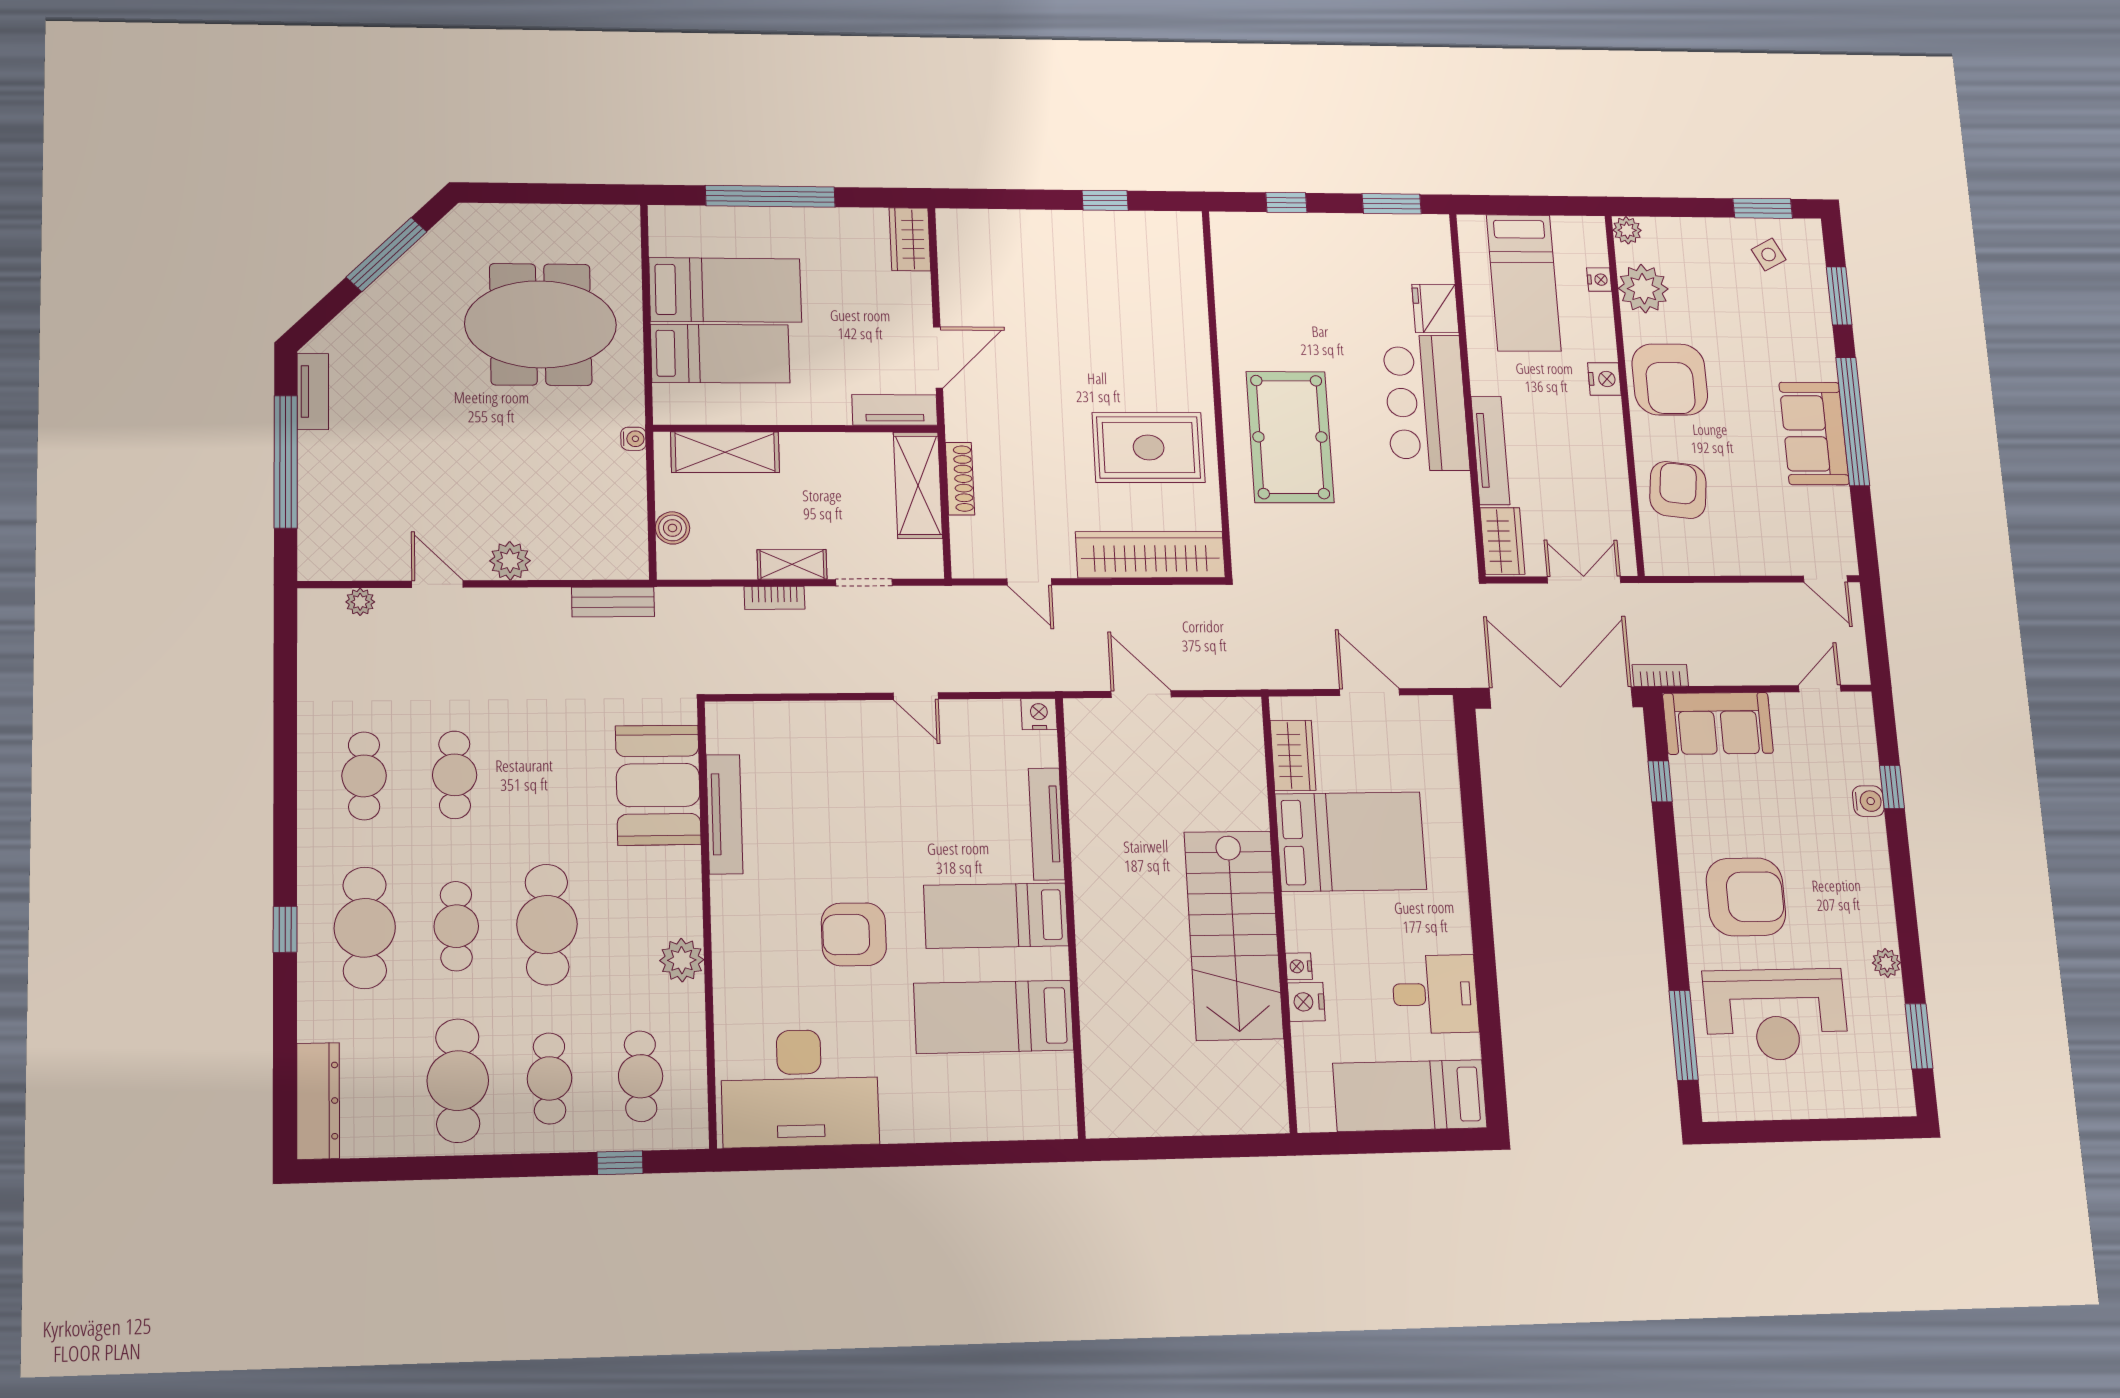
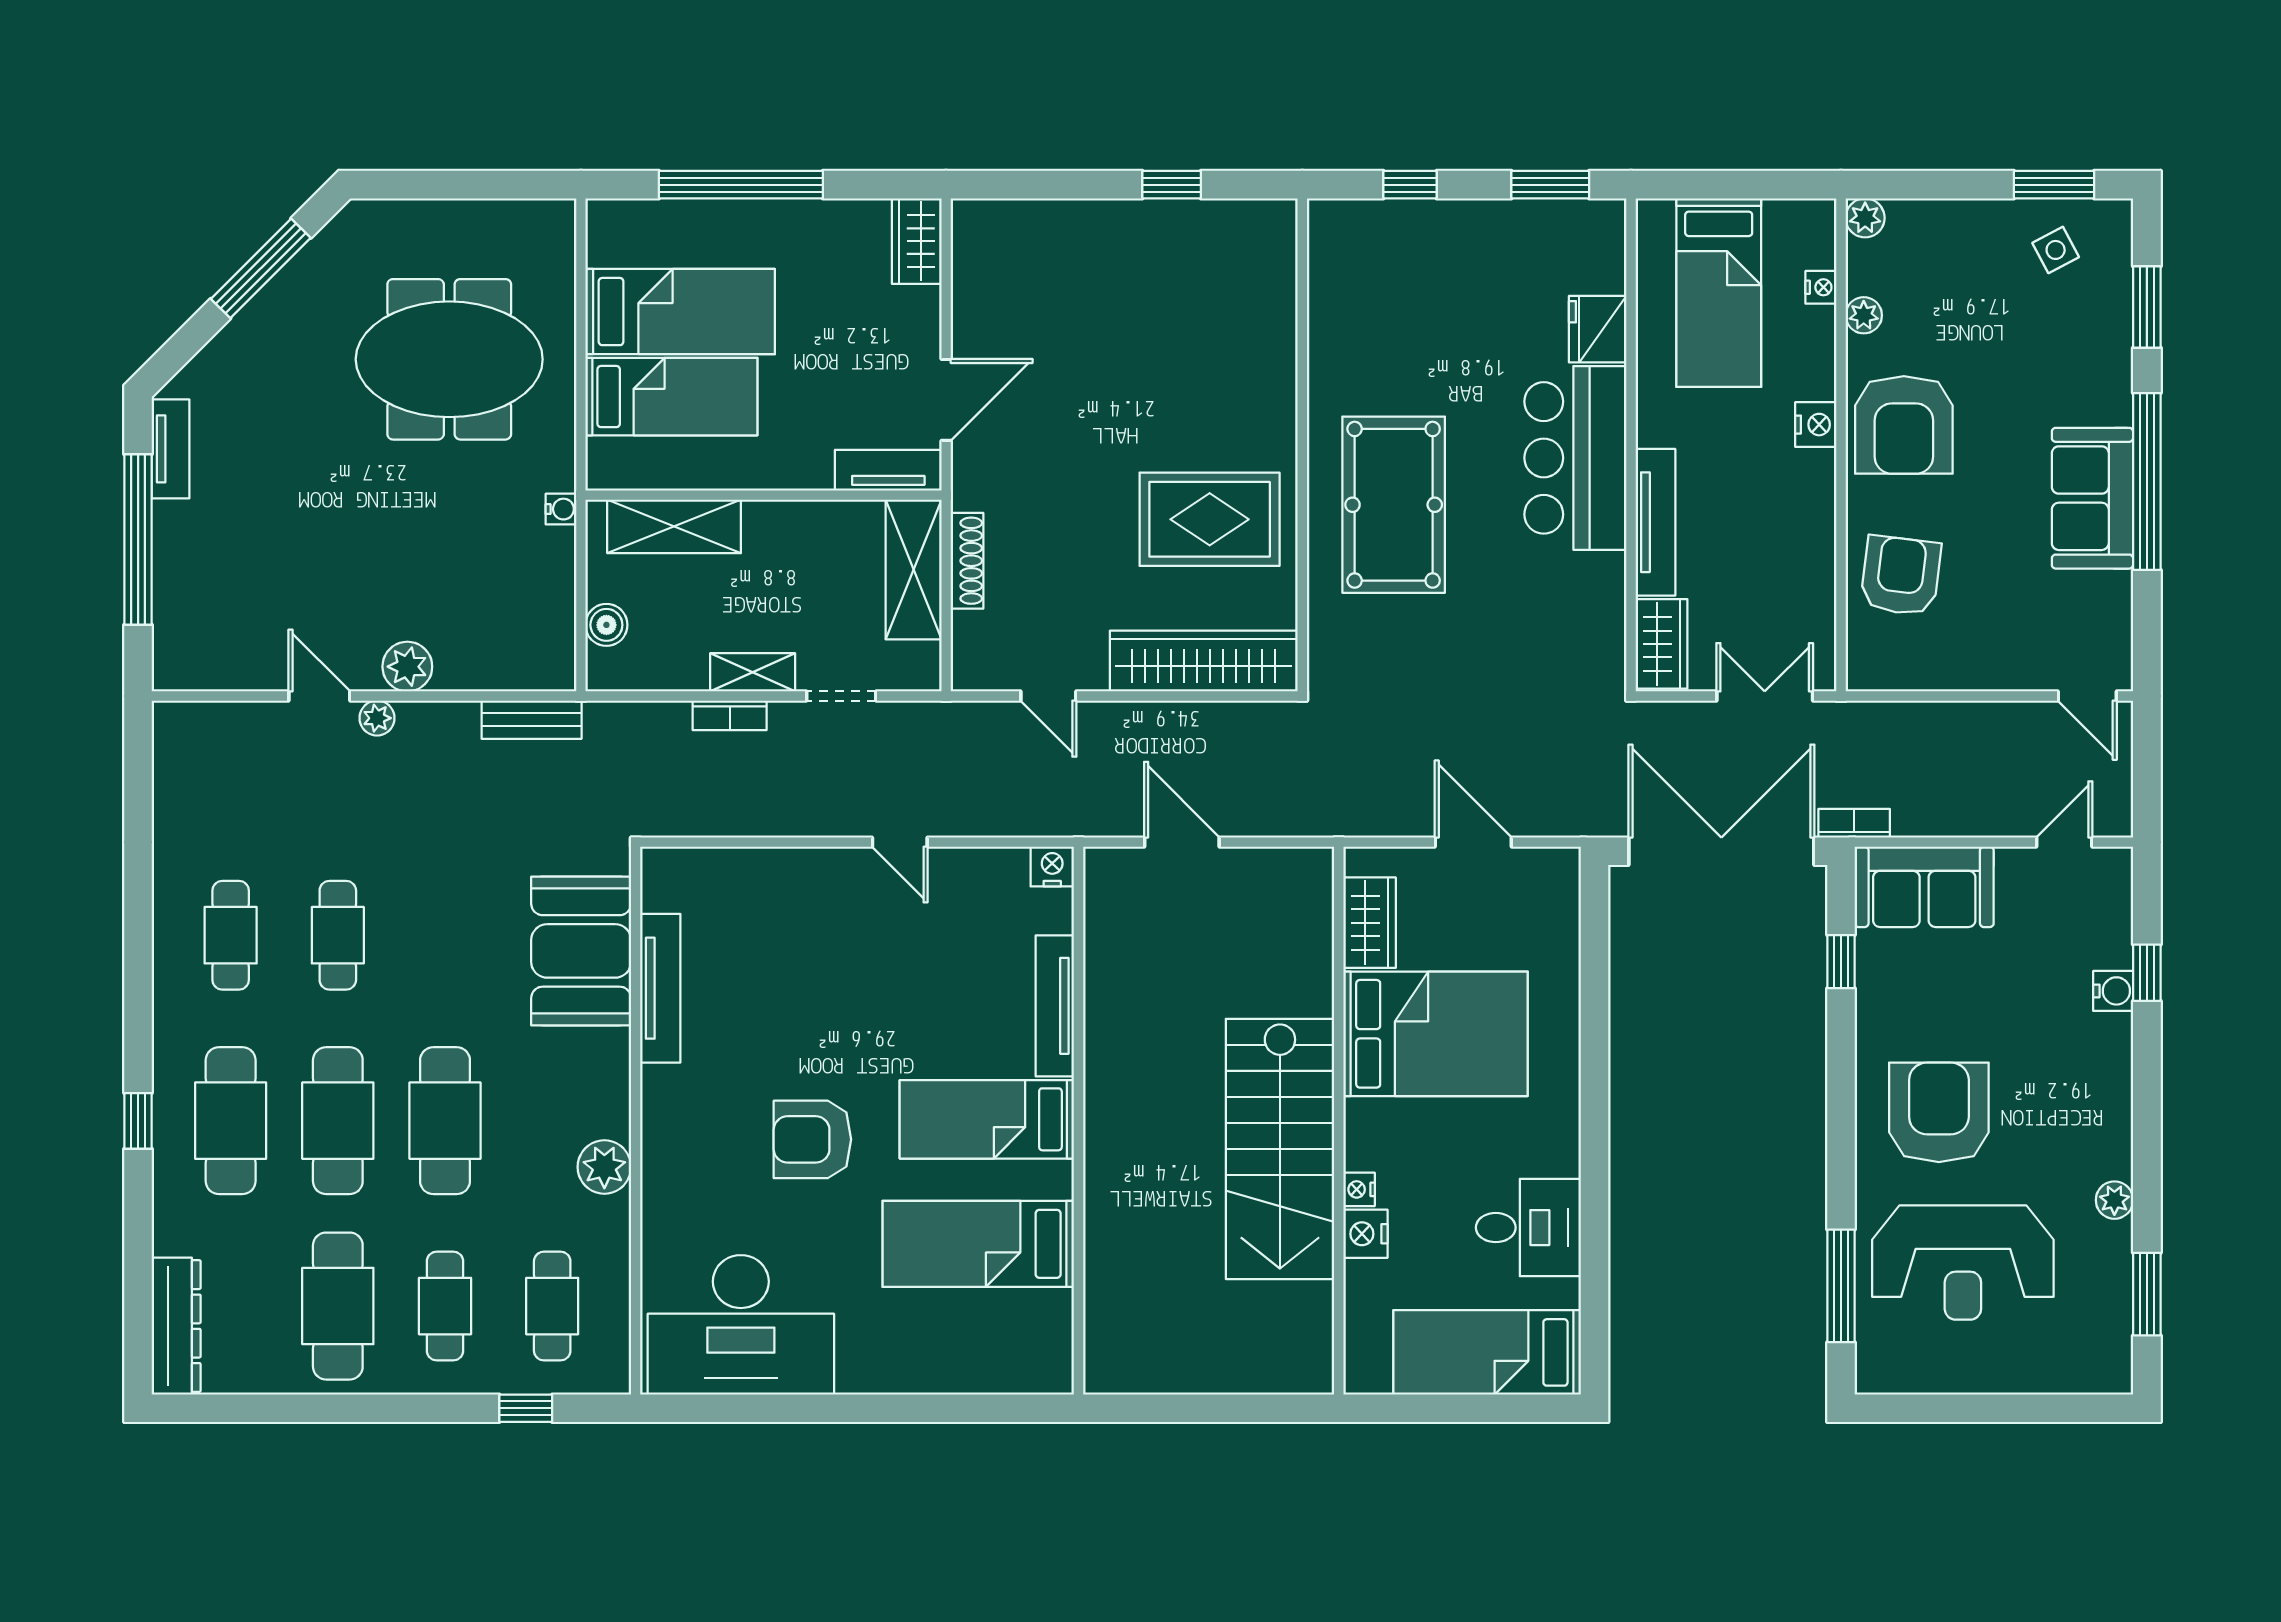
plant: (1643, 289) -> (1864, 315), width x0.53, depth x0.53
plant: (360, 602) -> (377, 718), moved
armchair: (1746, 897) -> (1939, 1112), turned -90
cafe table: (456, 926) -> (338, 1121), width x1.37, depth x1.35

